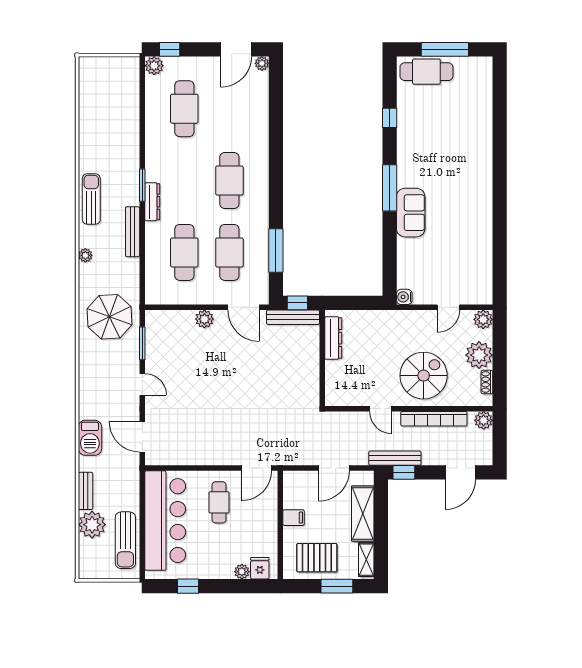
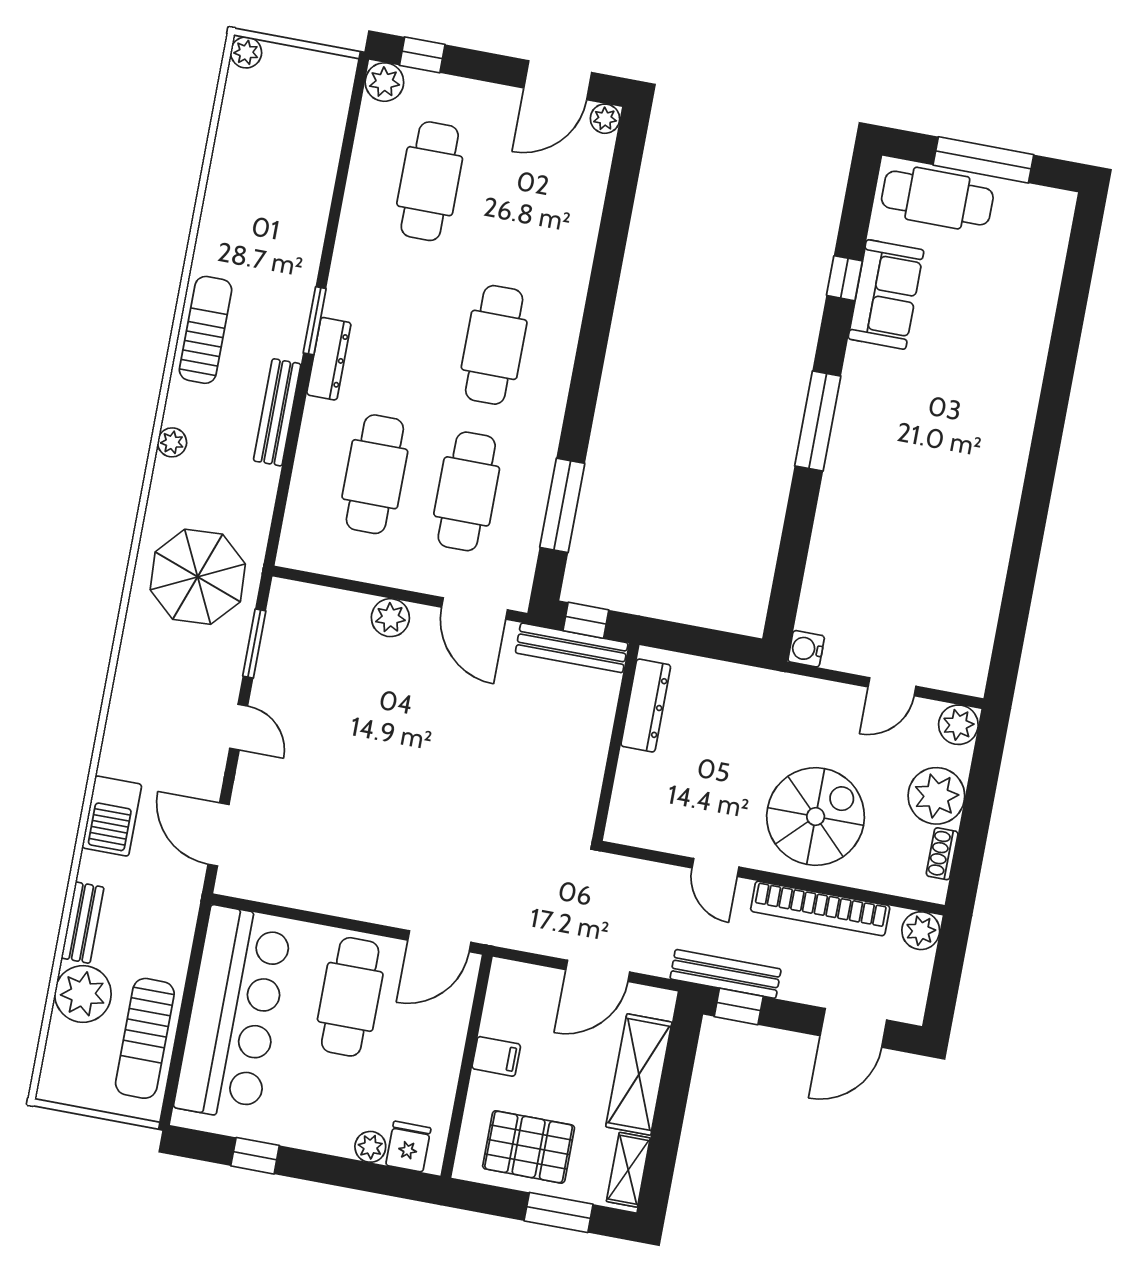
plant: (86, 64) -> (246, 52), added
sofa: (411, 213) -> (886, 294), moved
cafe table: (219, 502) -> (350, 997), width x1.37, depth x1.35

